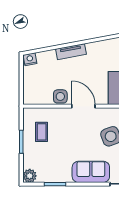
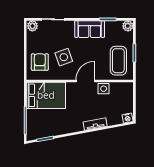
door: (83, 106) -> (85, 81), swing flipped
coffee table: (42, 132) -> (118, 61), width x1.86, depth x1.72
sofa: (91, 172) -> (90, 29), moved

